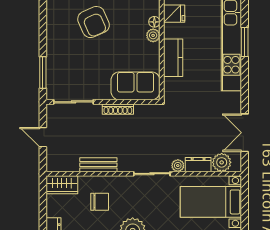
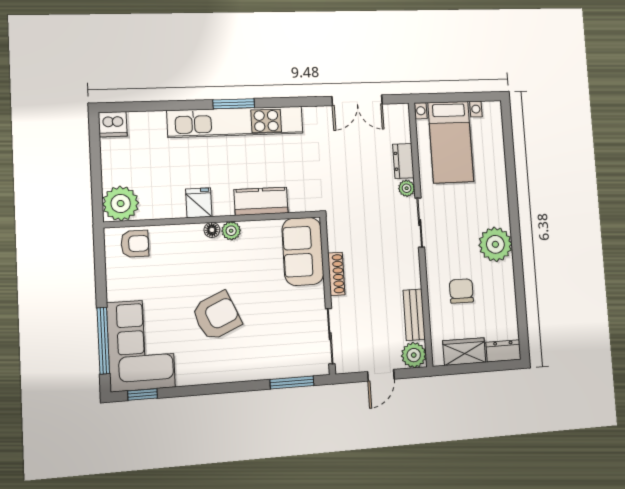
plant: (222, 162) -> (414, 355), moved
bench: (98, 165) -> (414, 315), moved
wardrobe: (62, 185) -> (464, 352), moved, turned -90

